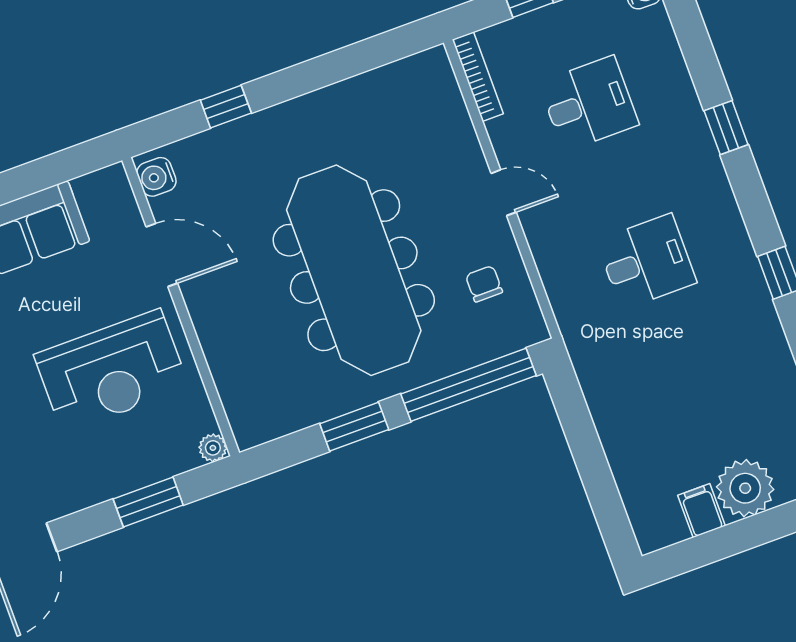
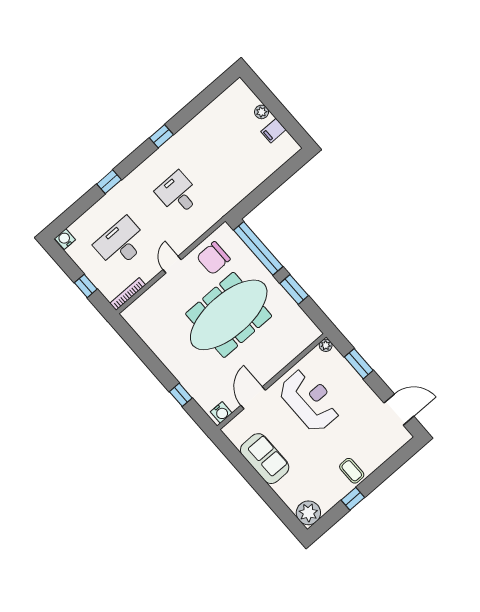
desk: (589, 104) -> (121, 243), width x1.37
chair: (484, 284) -> (213, 258), width x1.87, depth x1.87
plant: (745, 488) -> (262, 112), width x0.53, depth x0.53

